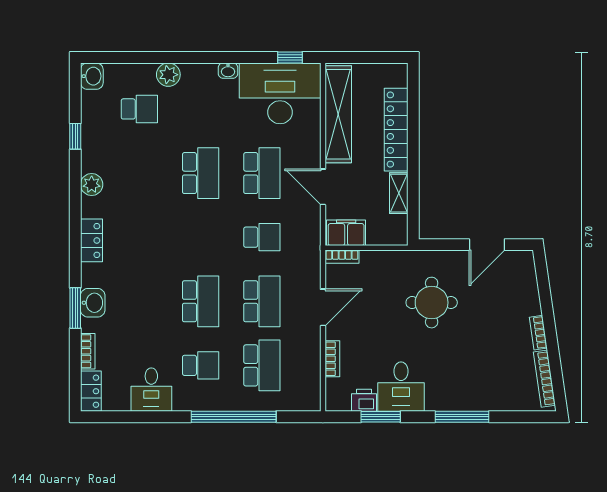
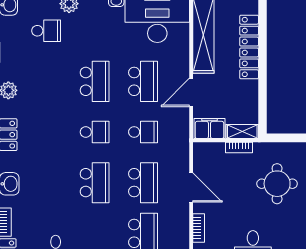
door: (323, 187) -> (191, 92), hinge flipped
shelving: (399, 193) -> (242, 132), moved, turned 90
bookcase: (342, 257) -> (239, 147), moved
door: (323, 307) -> (191, 188), hinge flipped
school desk: (201, 365) -> (95, 132), moved

